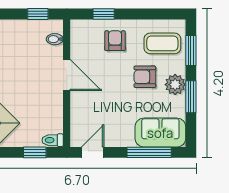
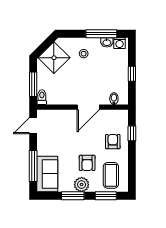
window: (38, 14) -> (132, 74), moved
armchair: (115, 41) -> (113, 142), turned -90
armchair: (145, 77) -> (87, 163), turned 180
window: (35, 152) -> (33, 84), width x1.50
door: (93, 152) -> (33, 126), swing flipped

